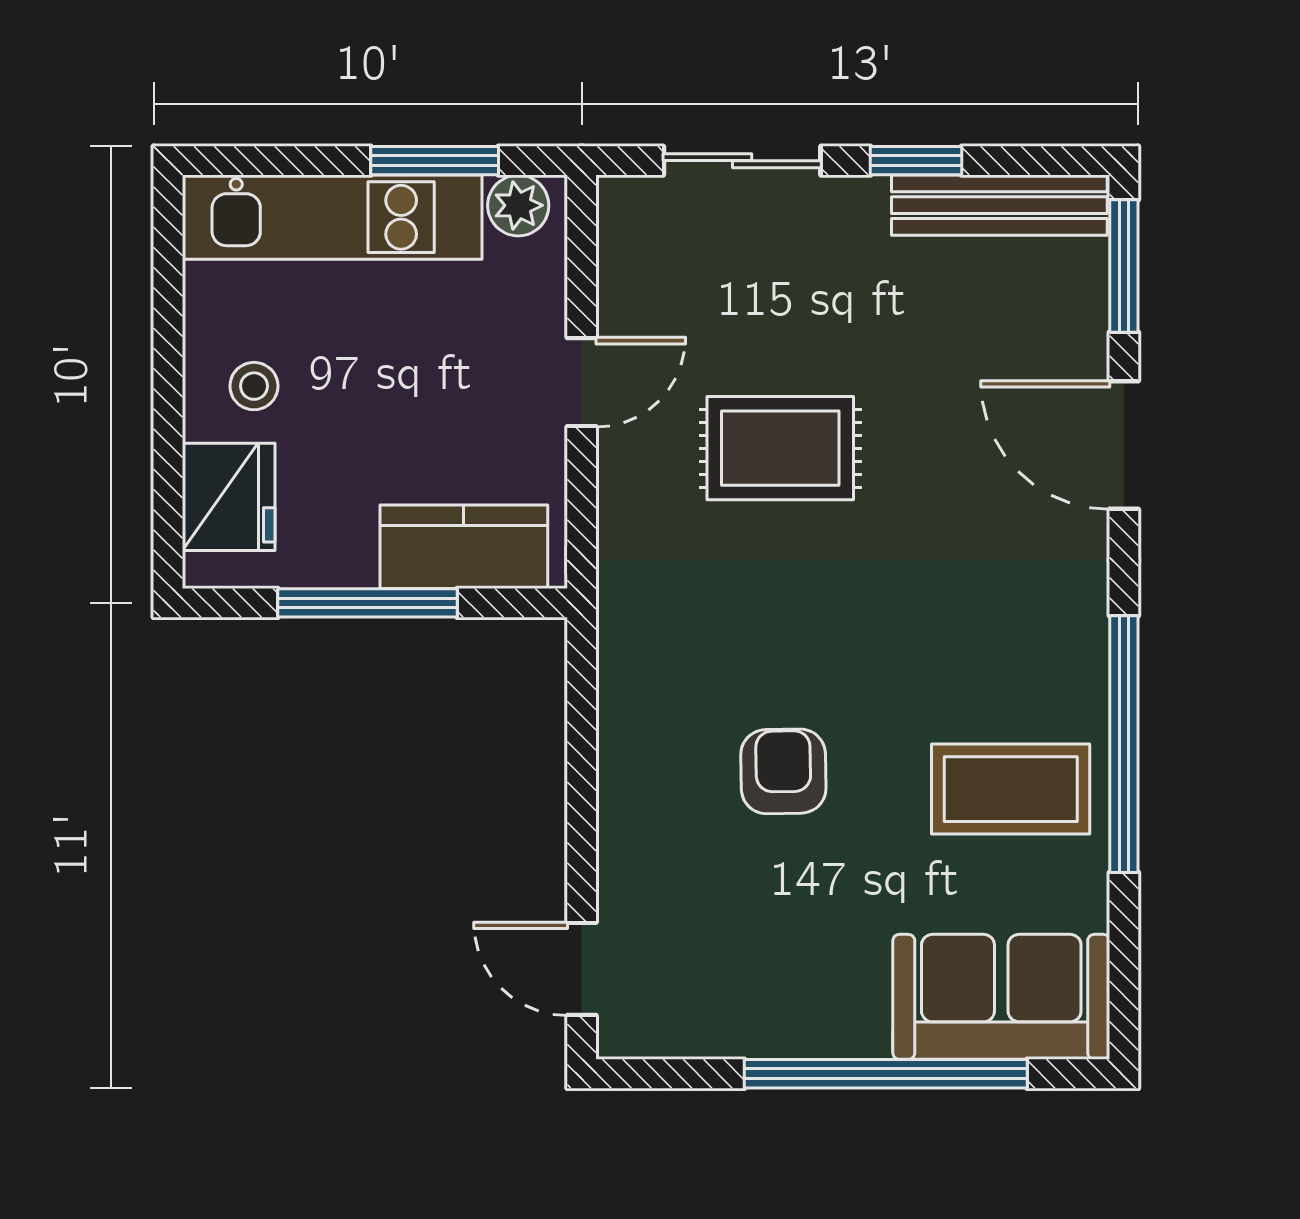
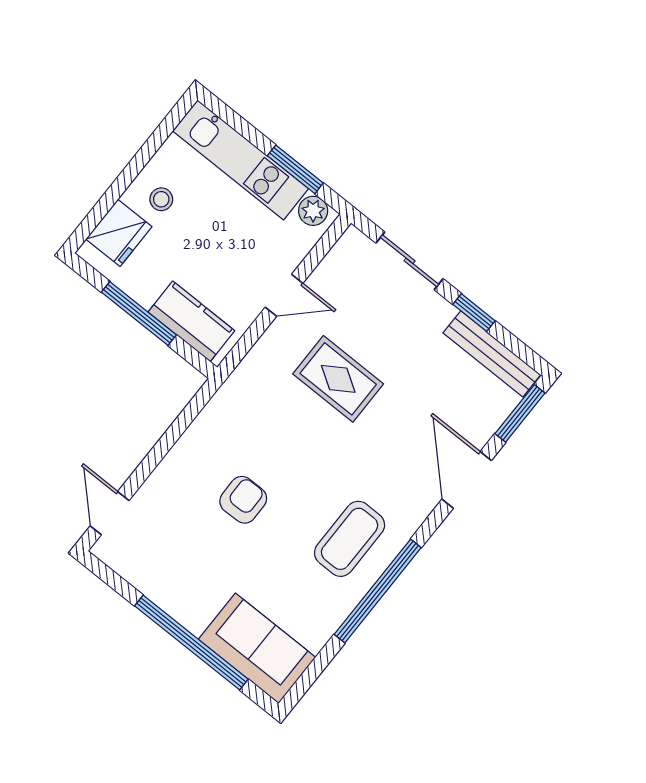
coffee table: (1011, 789) -> (350, 539), moved, turned 90

